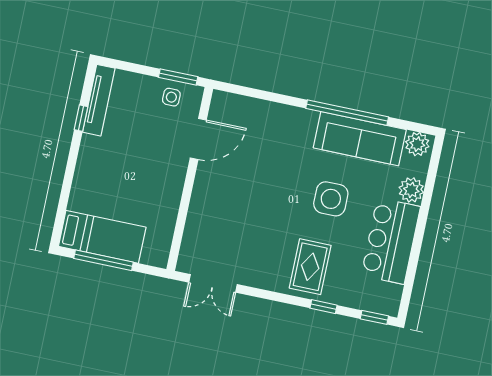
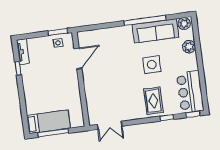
tv unit: (99, 100) -> (23, 52), width x0.71
bar counter: (391, 241) -> (190, 92), moved

